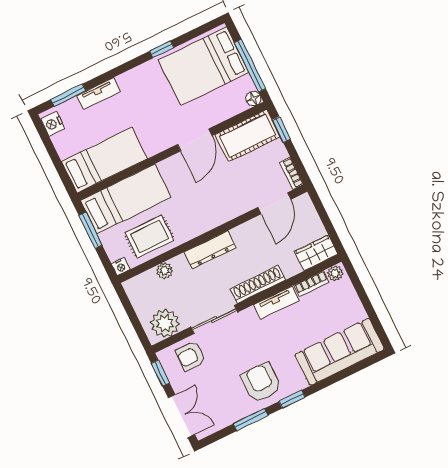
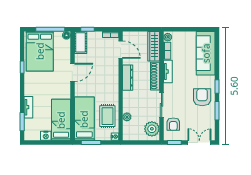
nightstand: (53, 124) -> (46, 136), moved
cot: (248, 136) -> (81, 42), width x0.73, depth x0.75
door: (195, 140) -> (72, 72), hinge flipped
dresser: (210, 250) -> (128, 78), moved
wardrobe: (316, 253) -> (154, 46), width x1.50
armchair: (261, 383) -> (202, 97), turned 90

